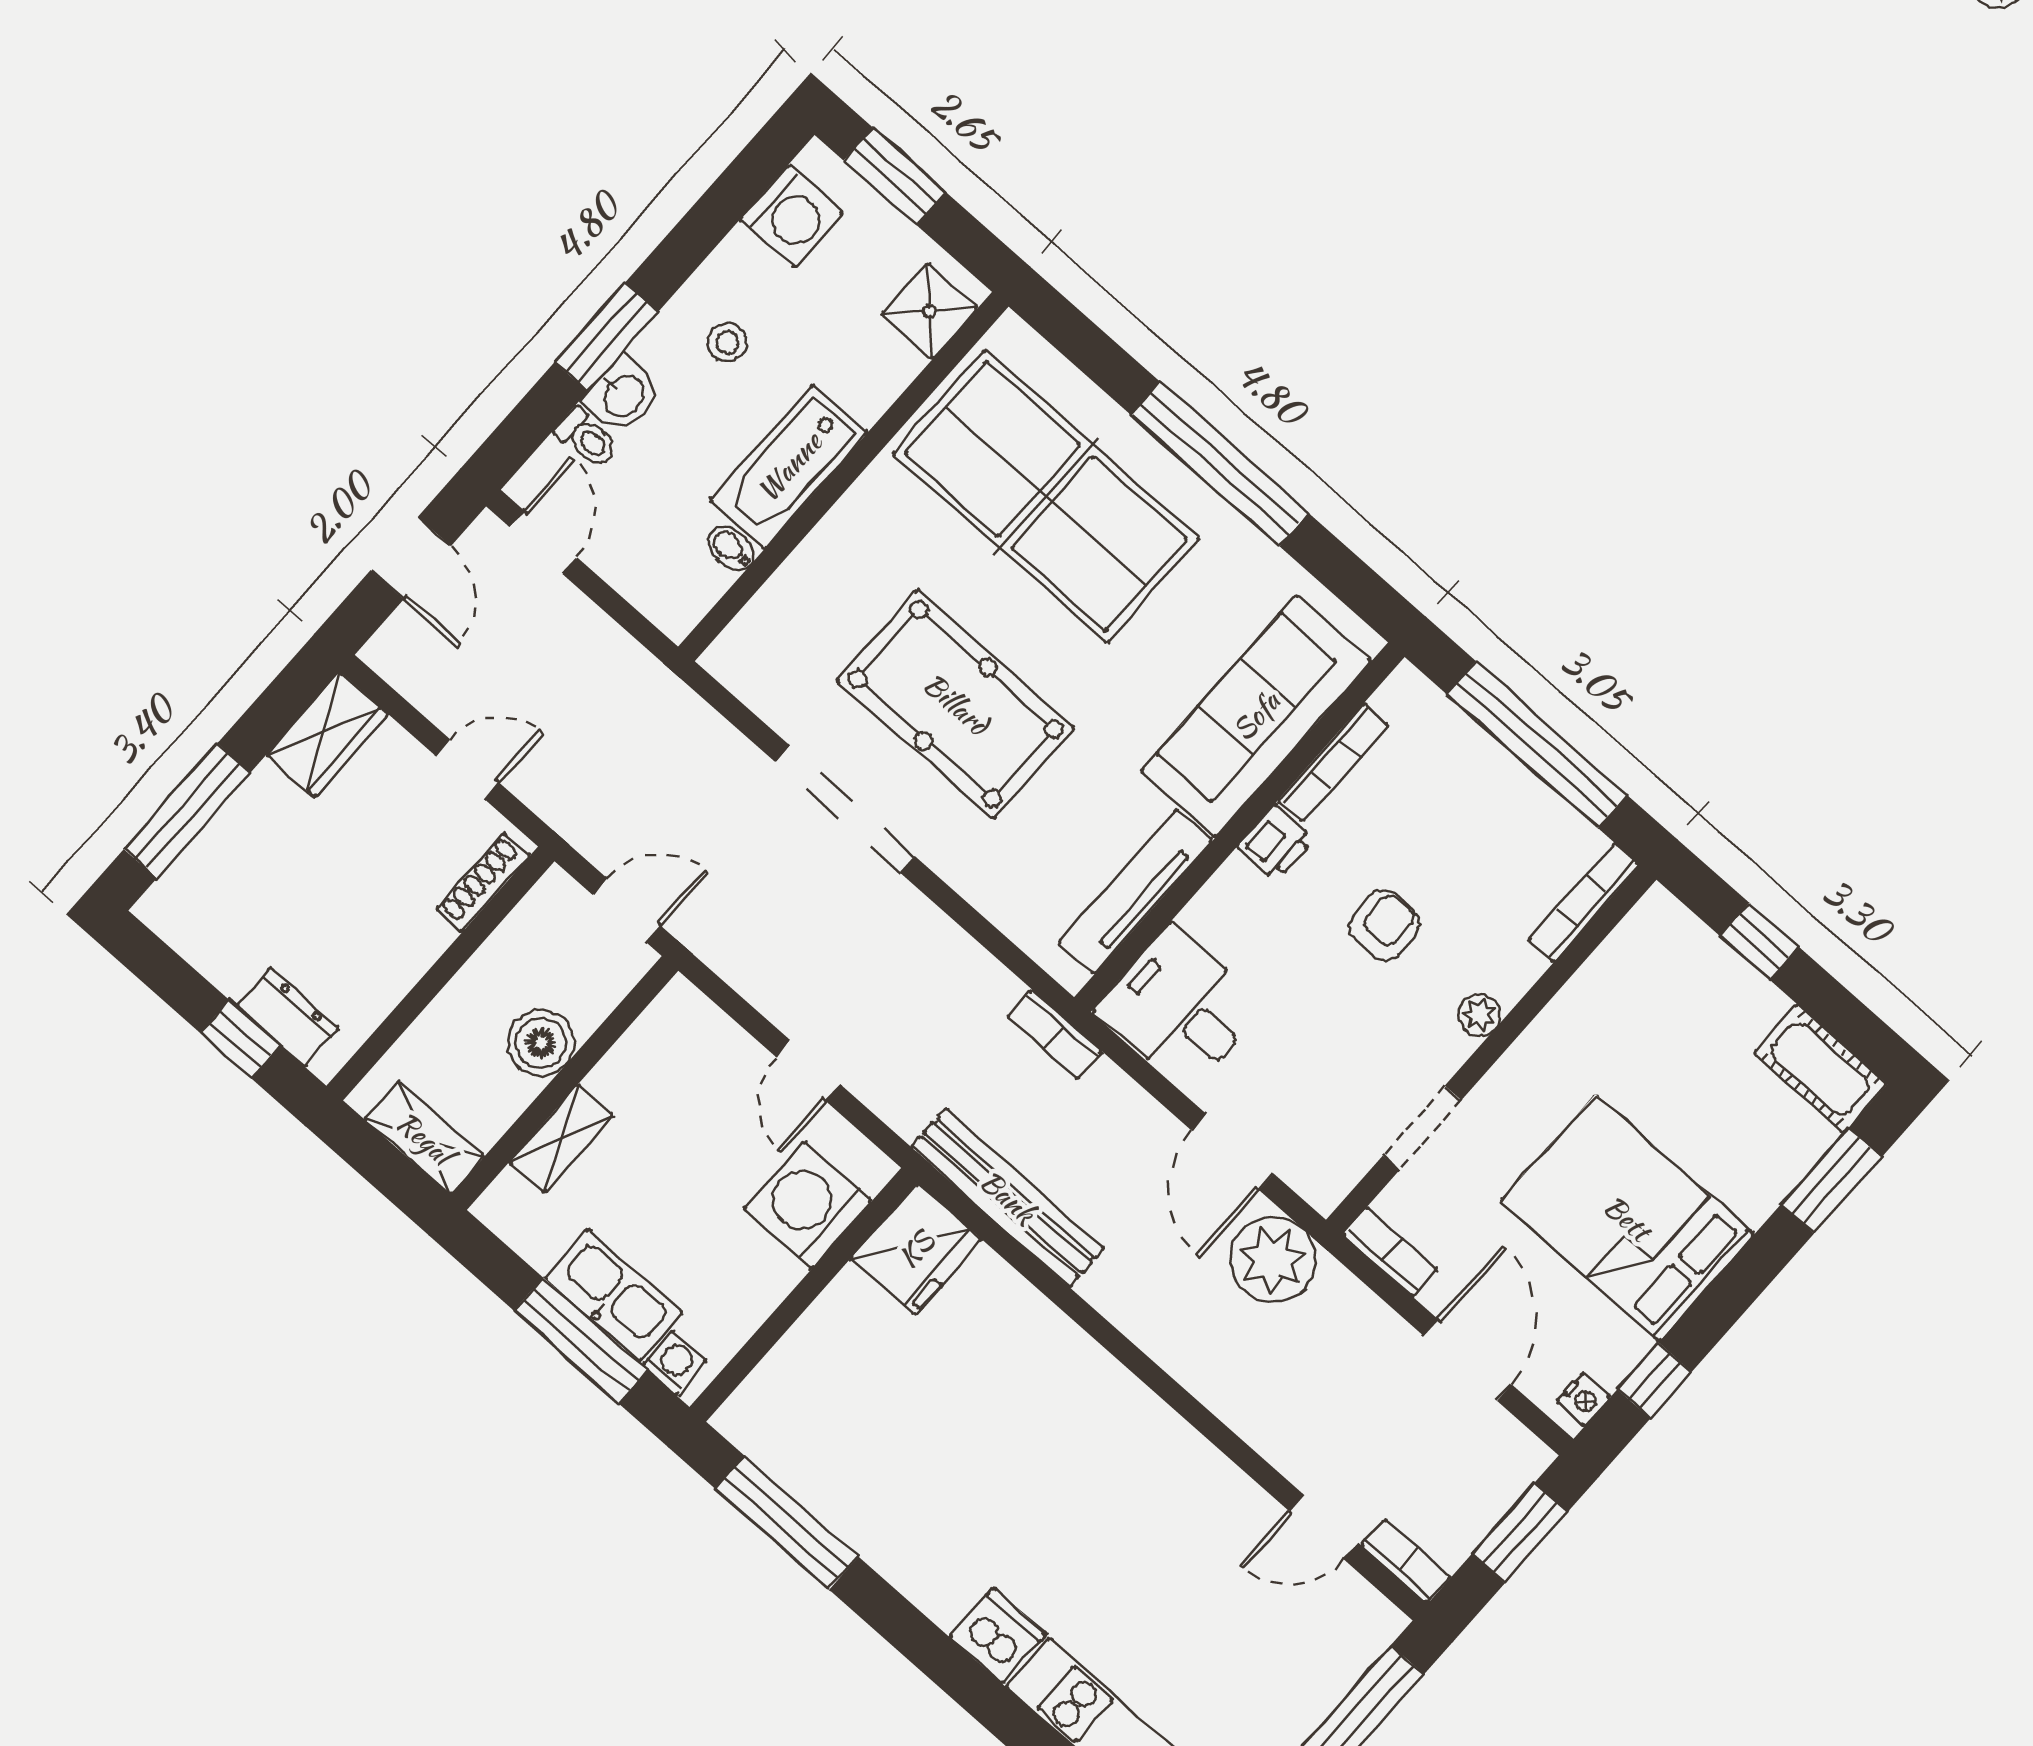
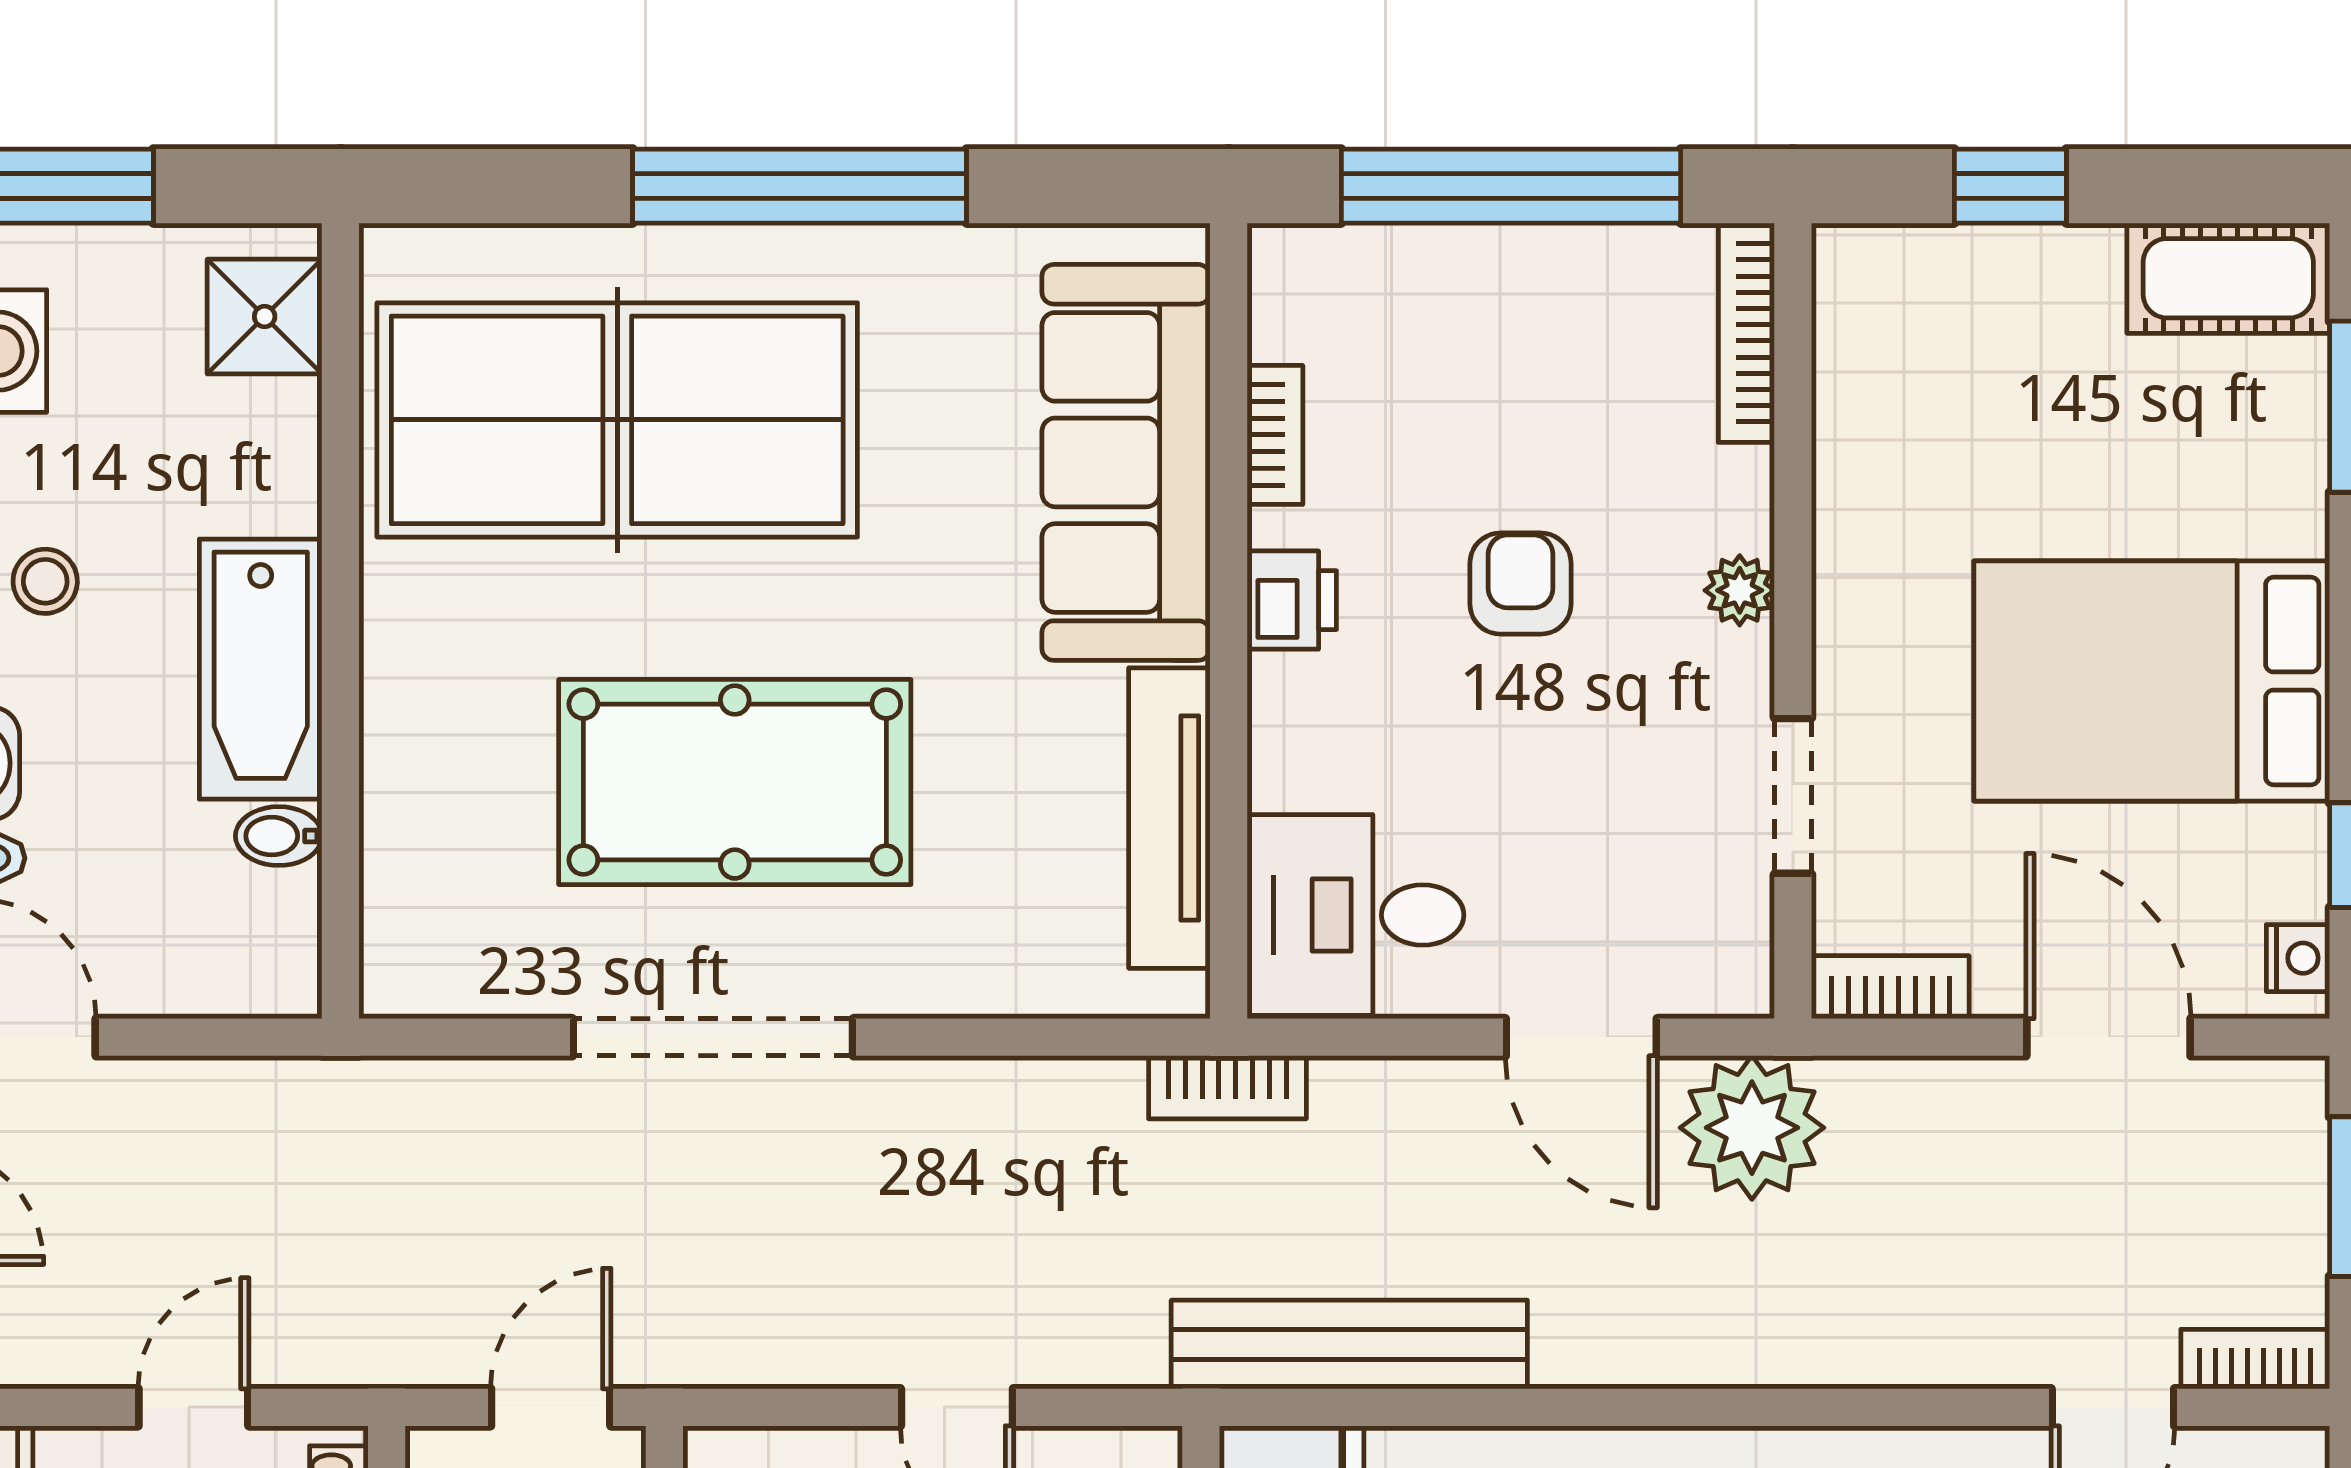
bookcase: (1333, 762) -> (1275, 435), width x0.64

